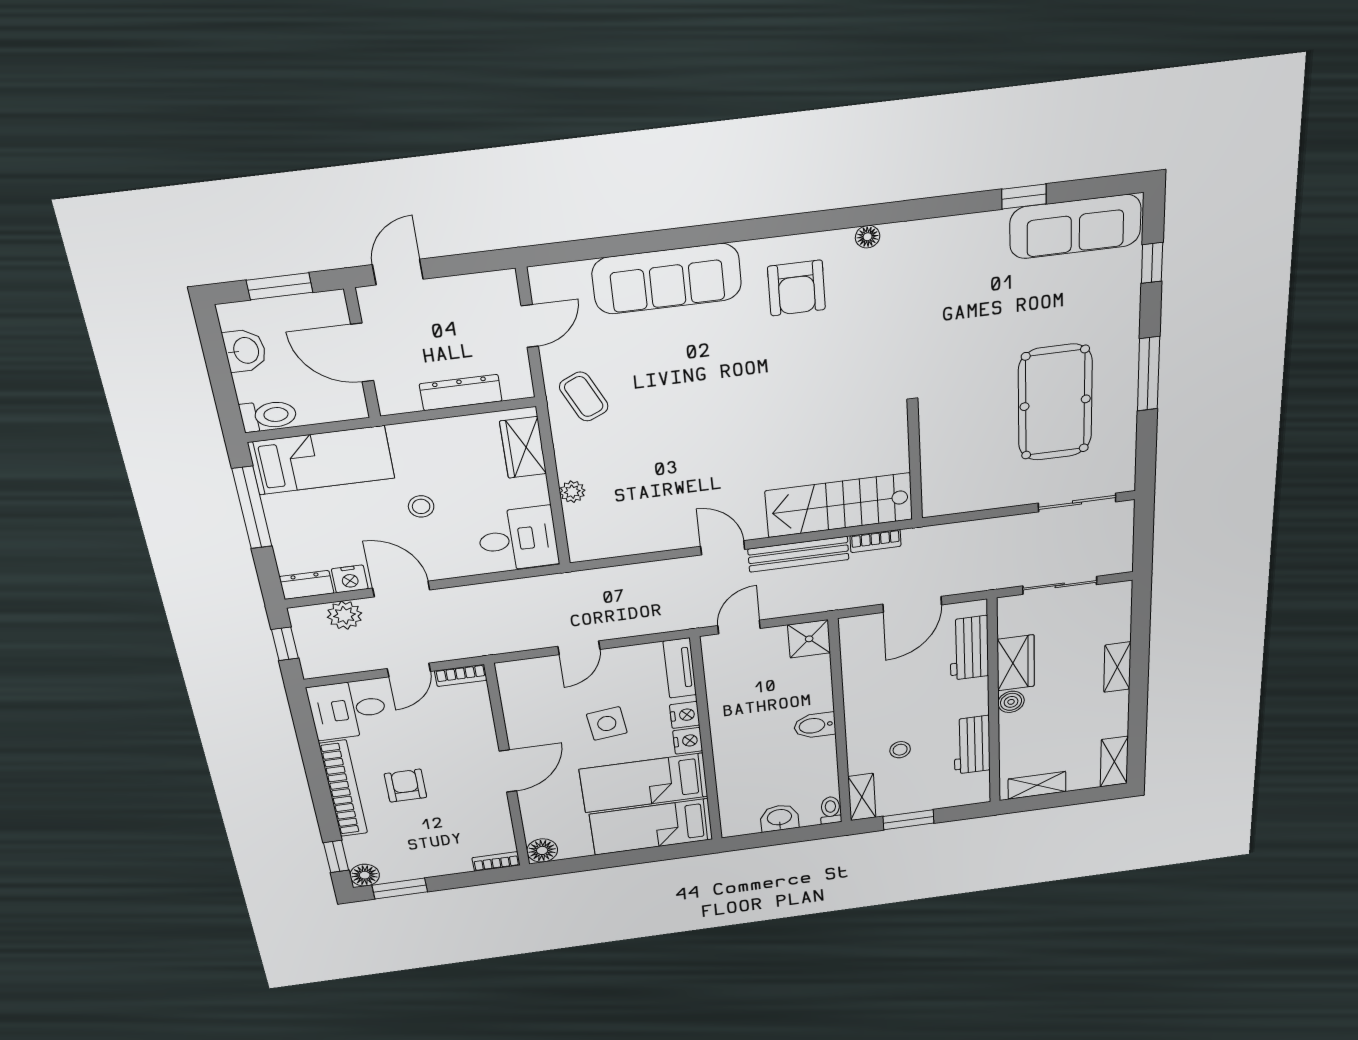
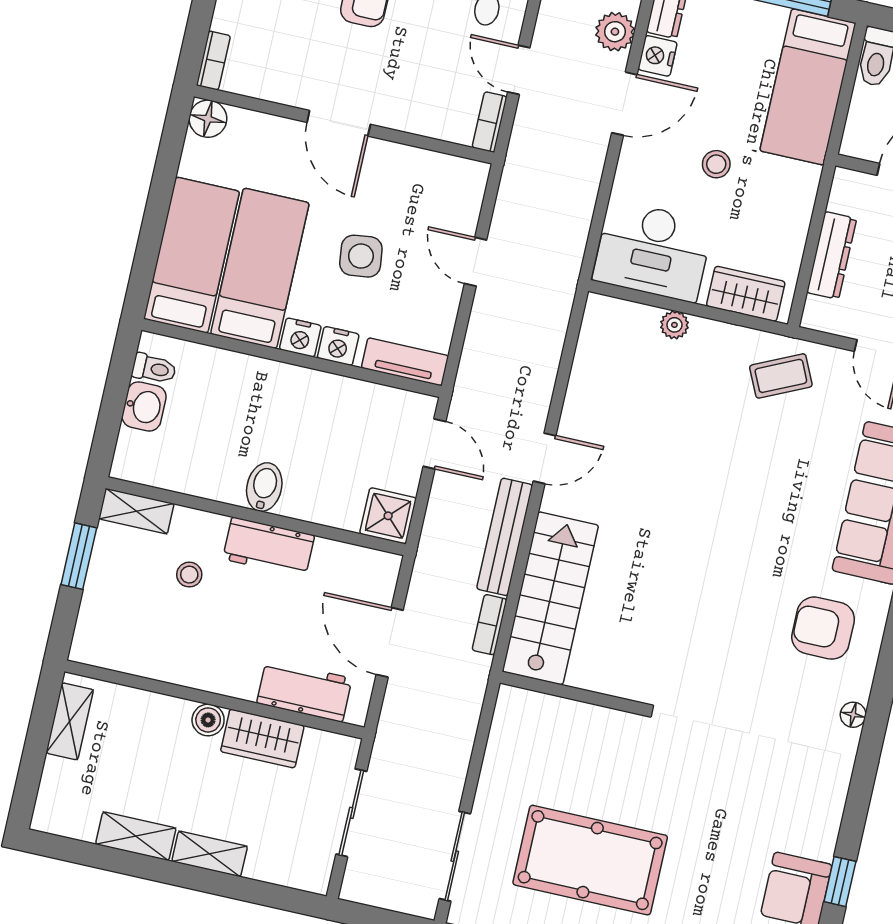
desk: (518, 539) -> (653, 251), width x1.37
workbench: (972, 745) -> (269, 547), moved, turned 180
shelving: (1114, 762) -> (136, 836), moved
toilet: (831, 810) -> (154, 369), moved

